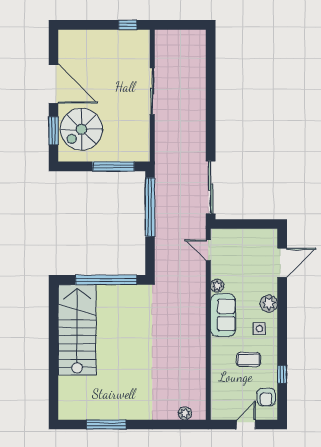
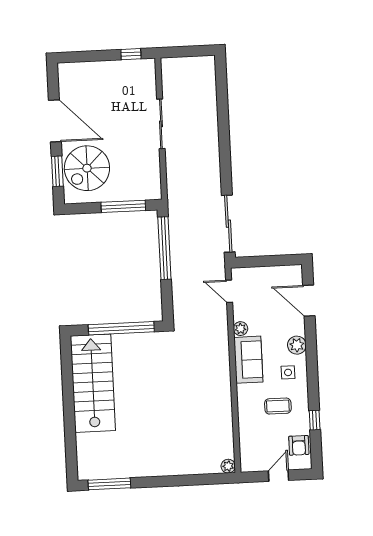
door: (282, 263) -> (309, 301), swing flipped
plant: (185, 413) -> (228, 466), moved
window: (106, 424) -> (109, 484), moved

